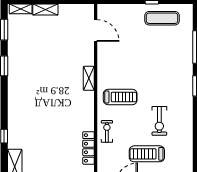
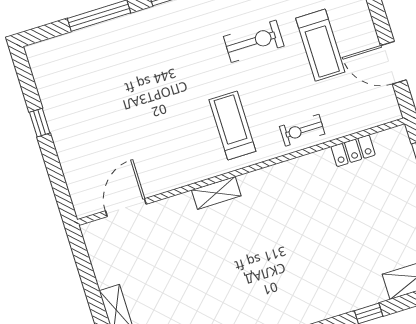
exercise mat: (162, 18) -> (66, 94), removed
locker: (89, 148) -> (353, 151), width x0.66

